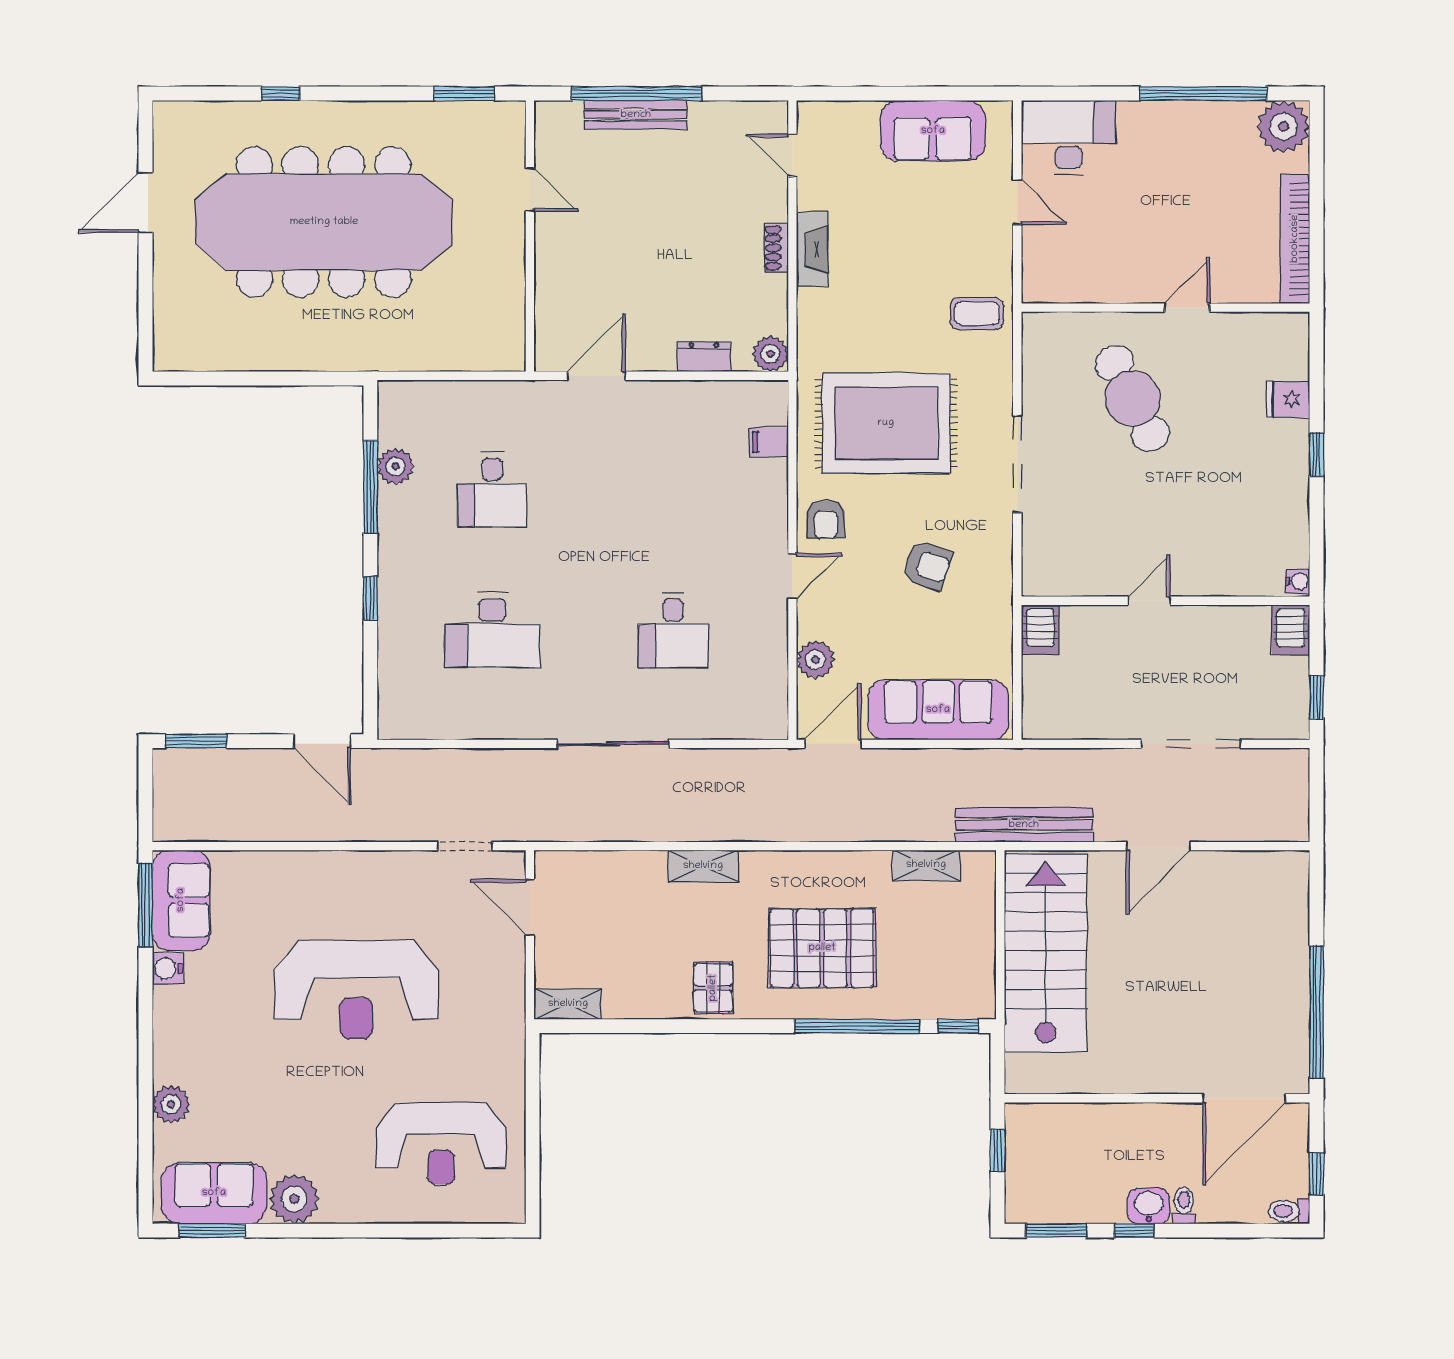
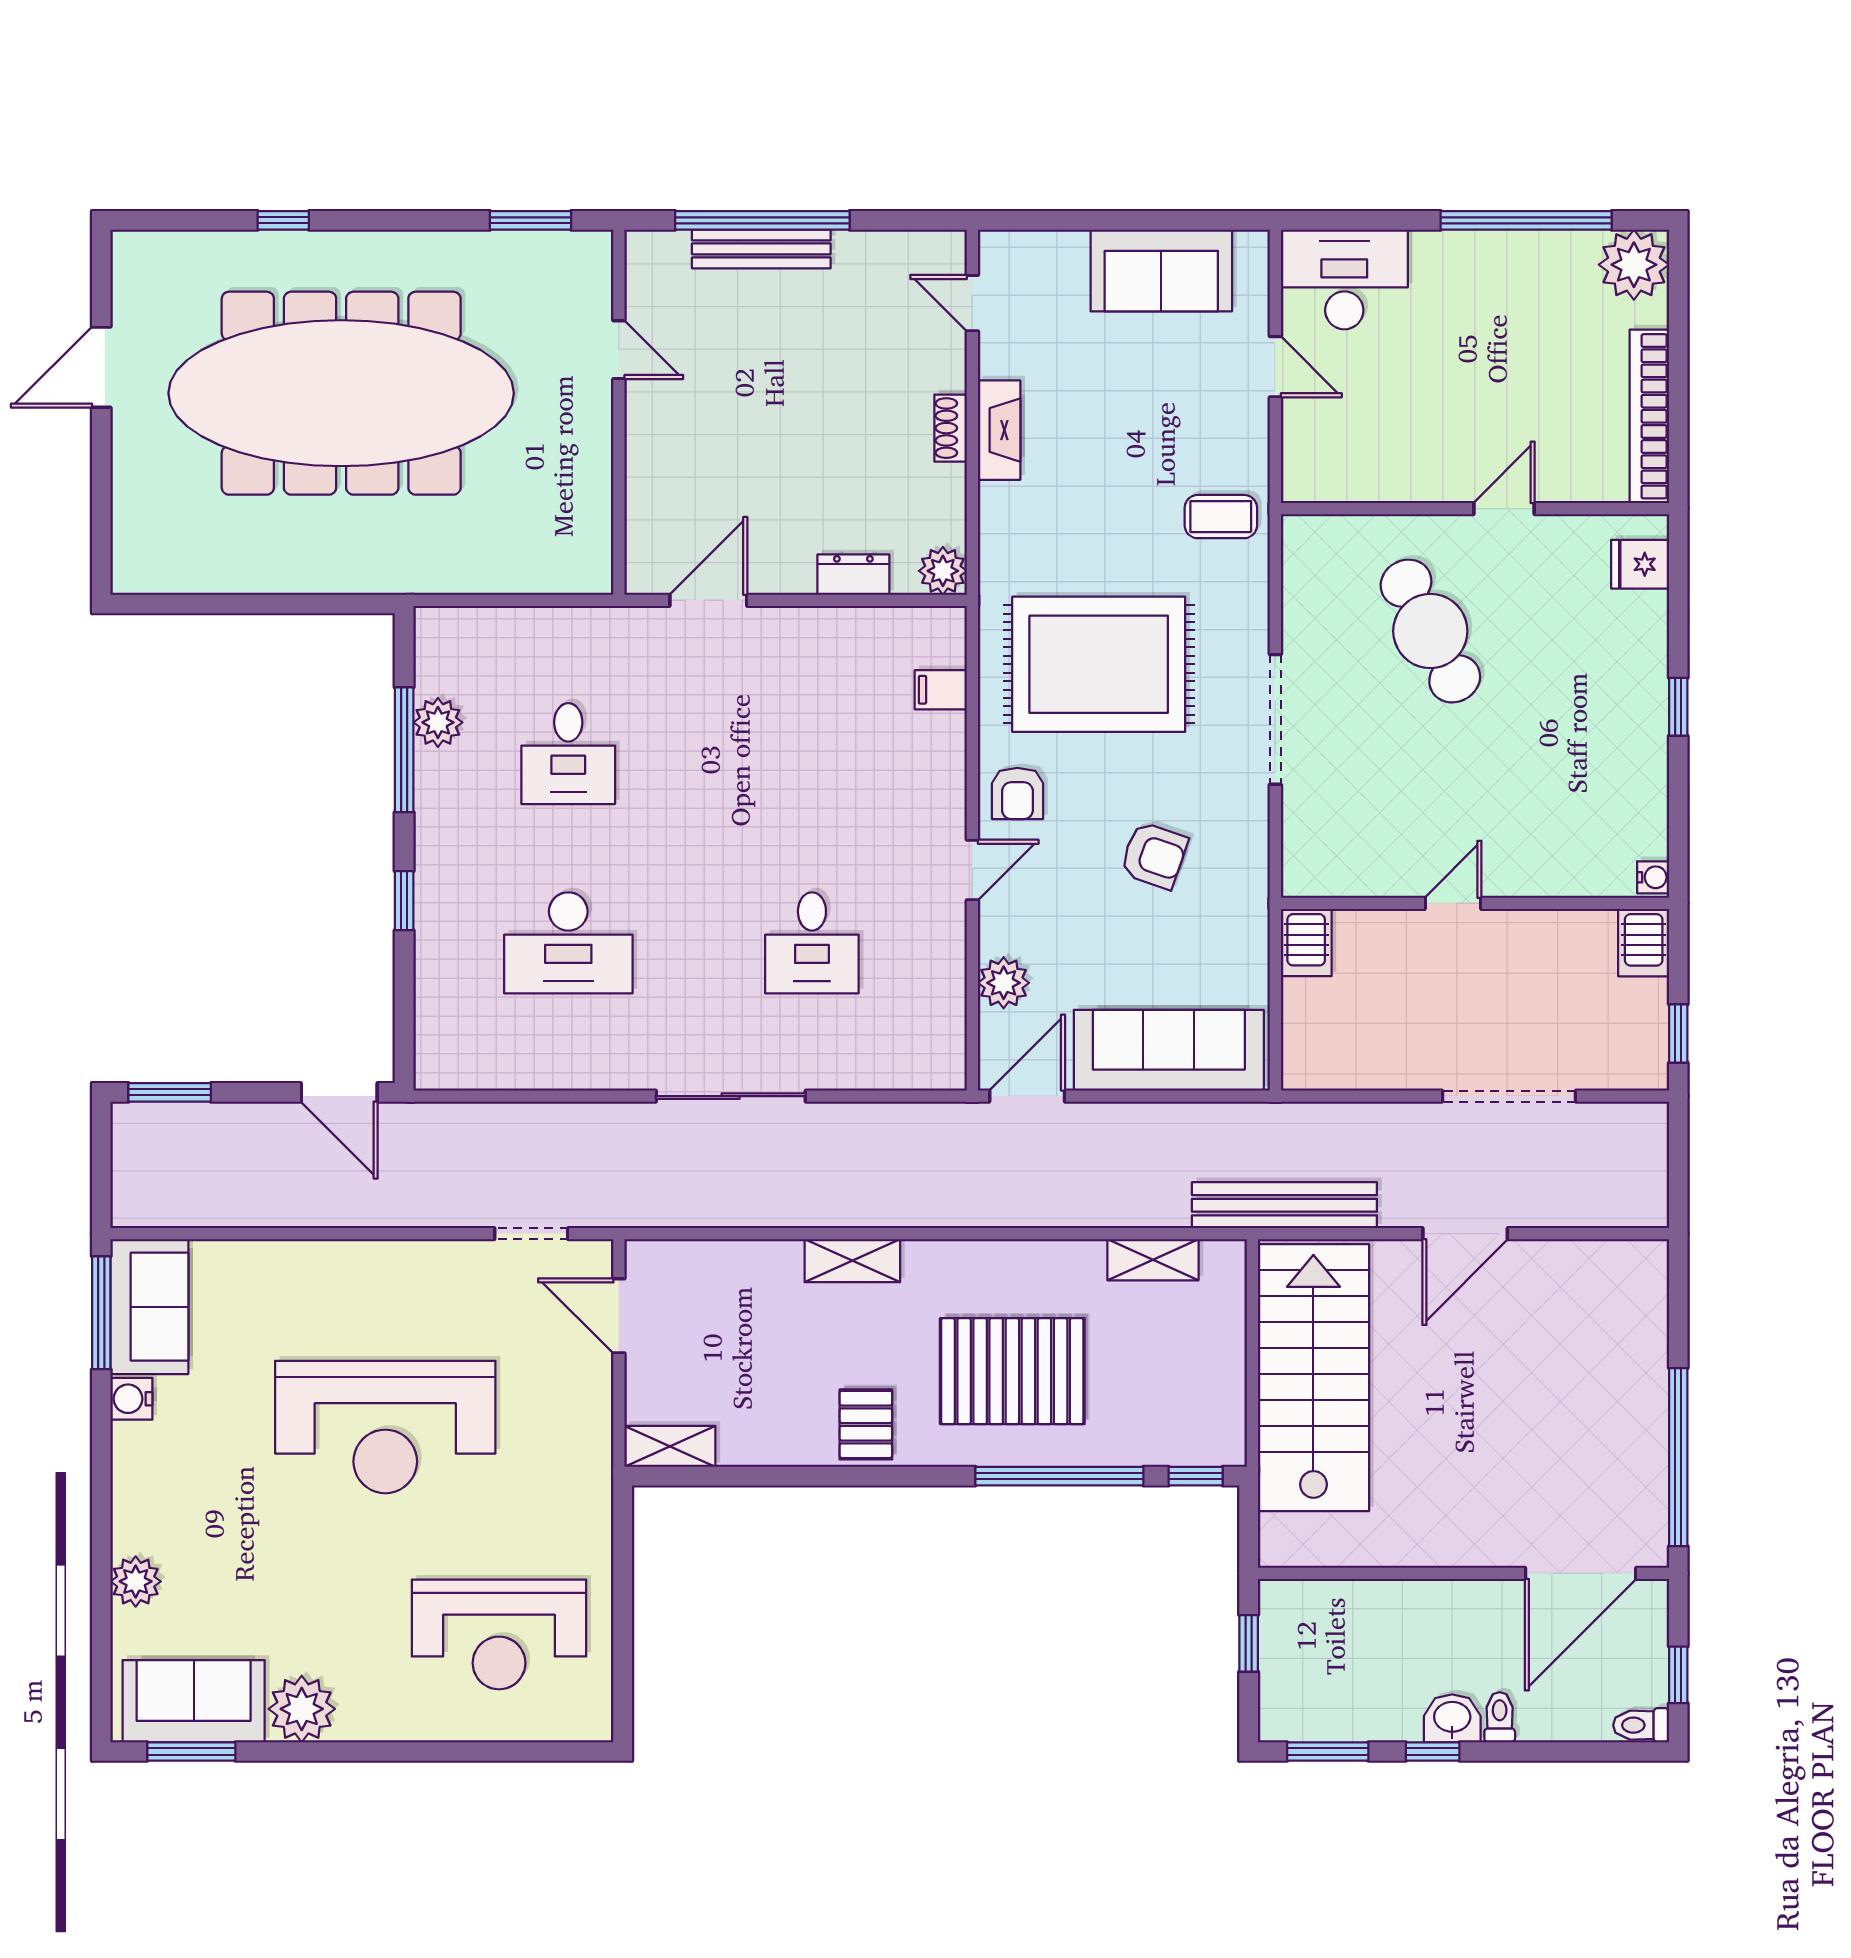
fridge: (1288, 399) -> (1640, 564), moved

